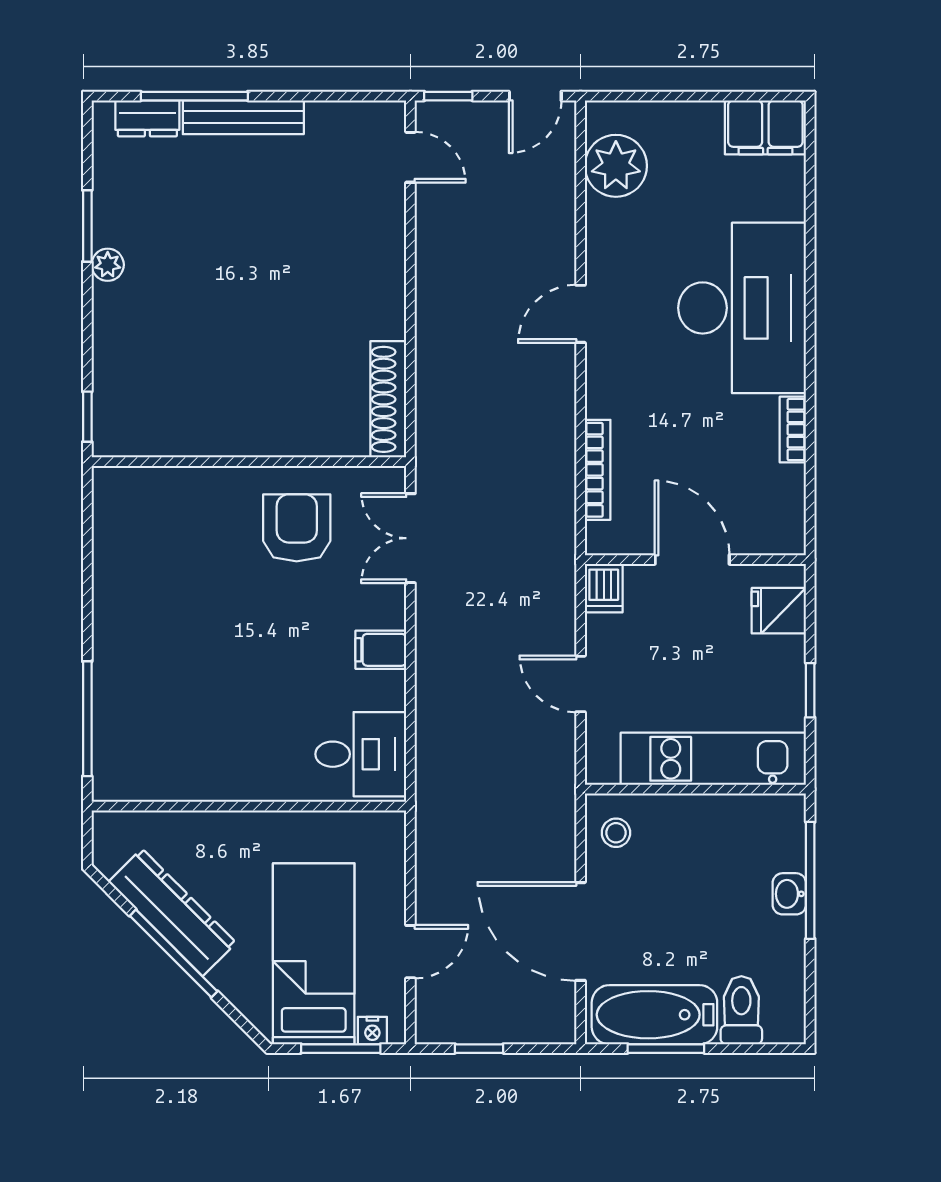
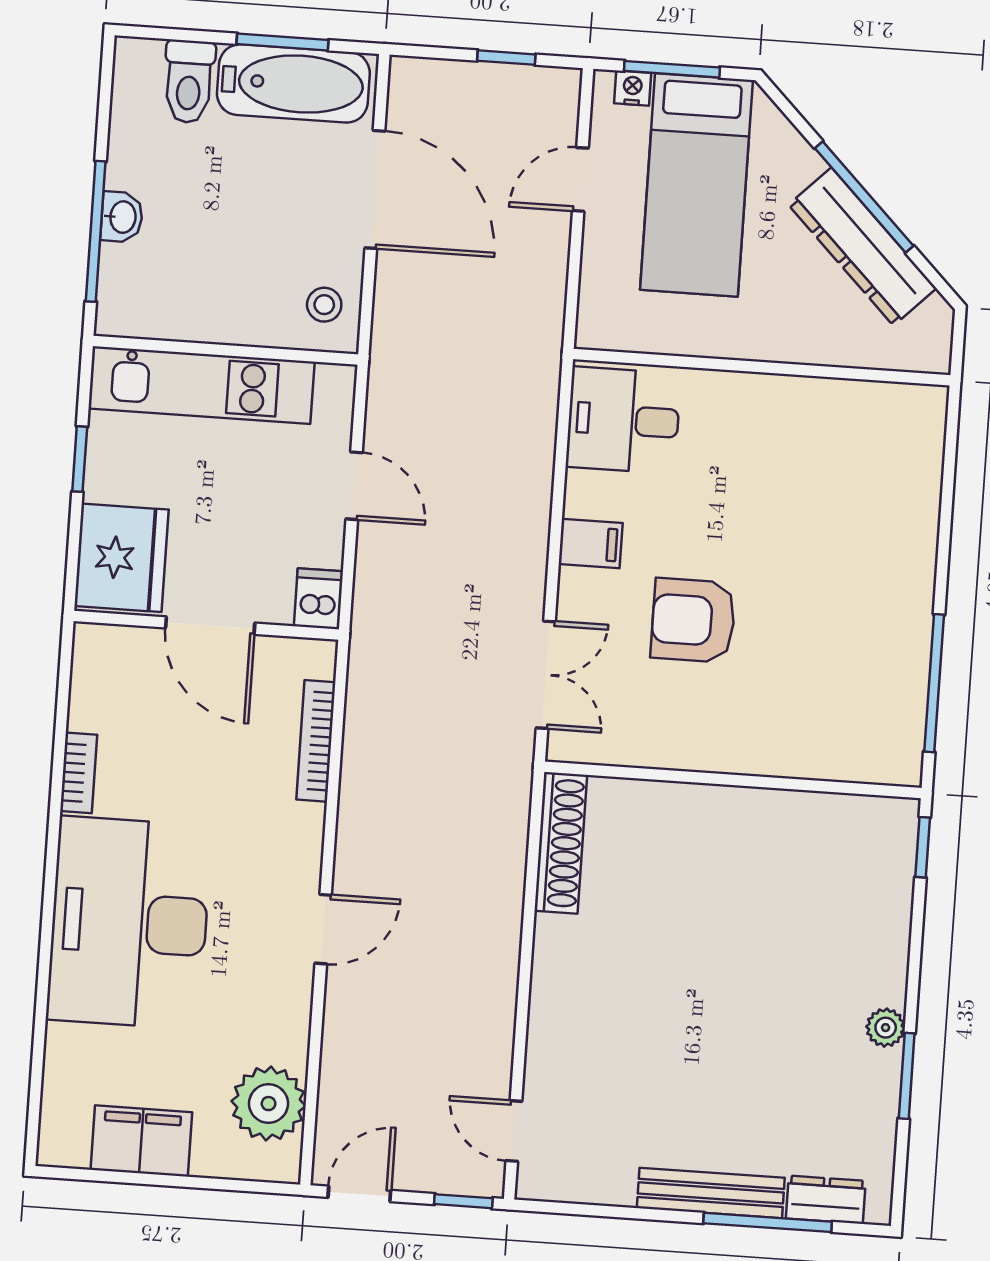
filing cabinet: (765, 127) -> (141, 1141), moved
armchair: (297, 528) -> (693, 620), moved, turned 90
fridge: (779, 611) -> (122, 558), width x1.88, depth x1.34
window: (87, 719) -> (934, 683), moved

